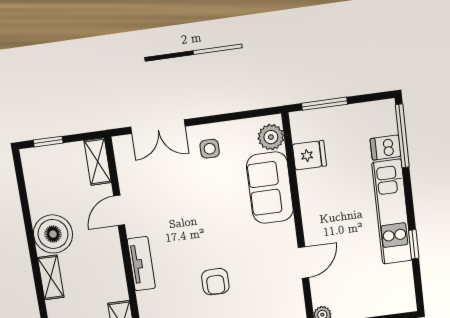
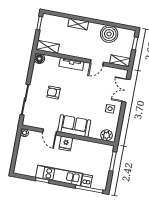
fridge: (309, 155) -> (66, 143), moved
sofa: (270, 188) -> (74, 126), moved
door: (119, 210) -> (97, 63), swing flipped
boiler: (53, 234) -> (109, 34), moved

